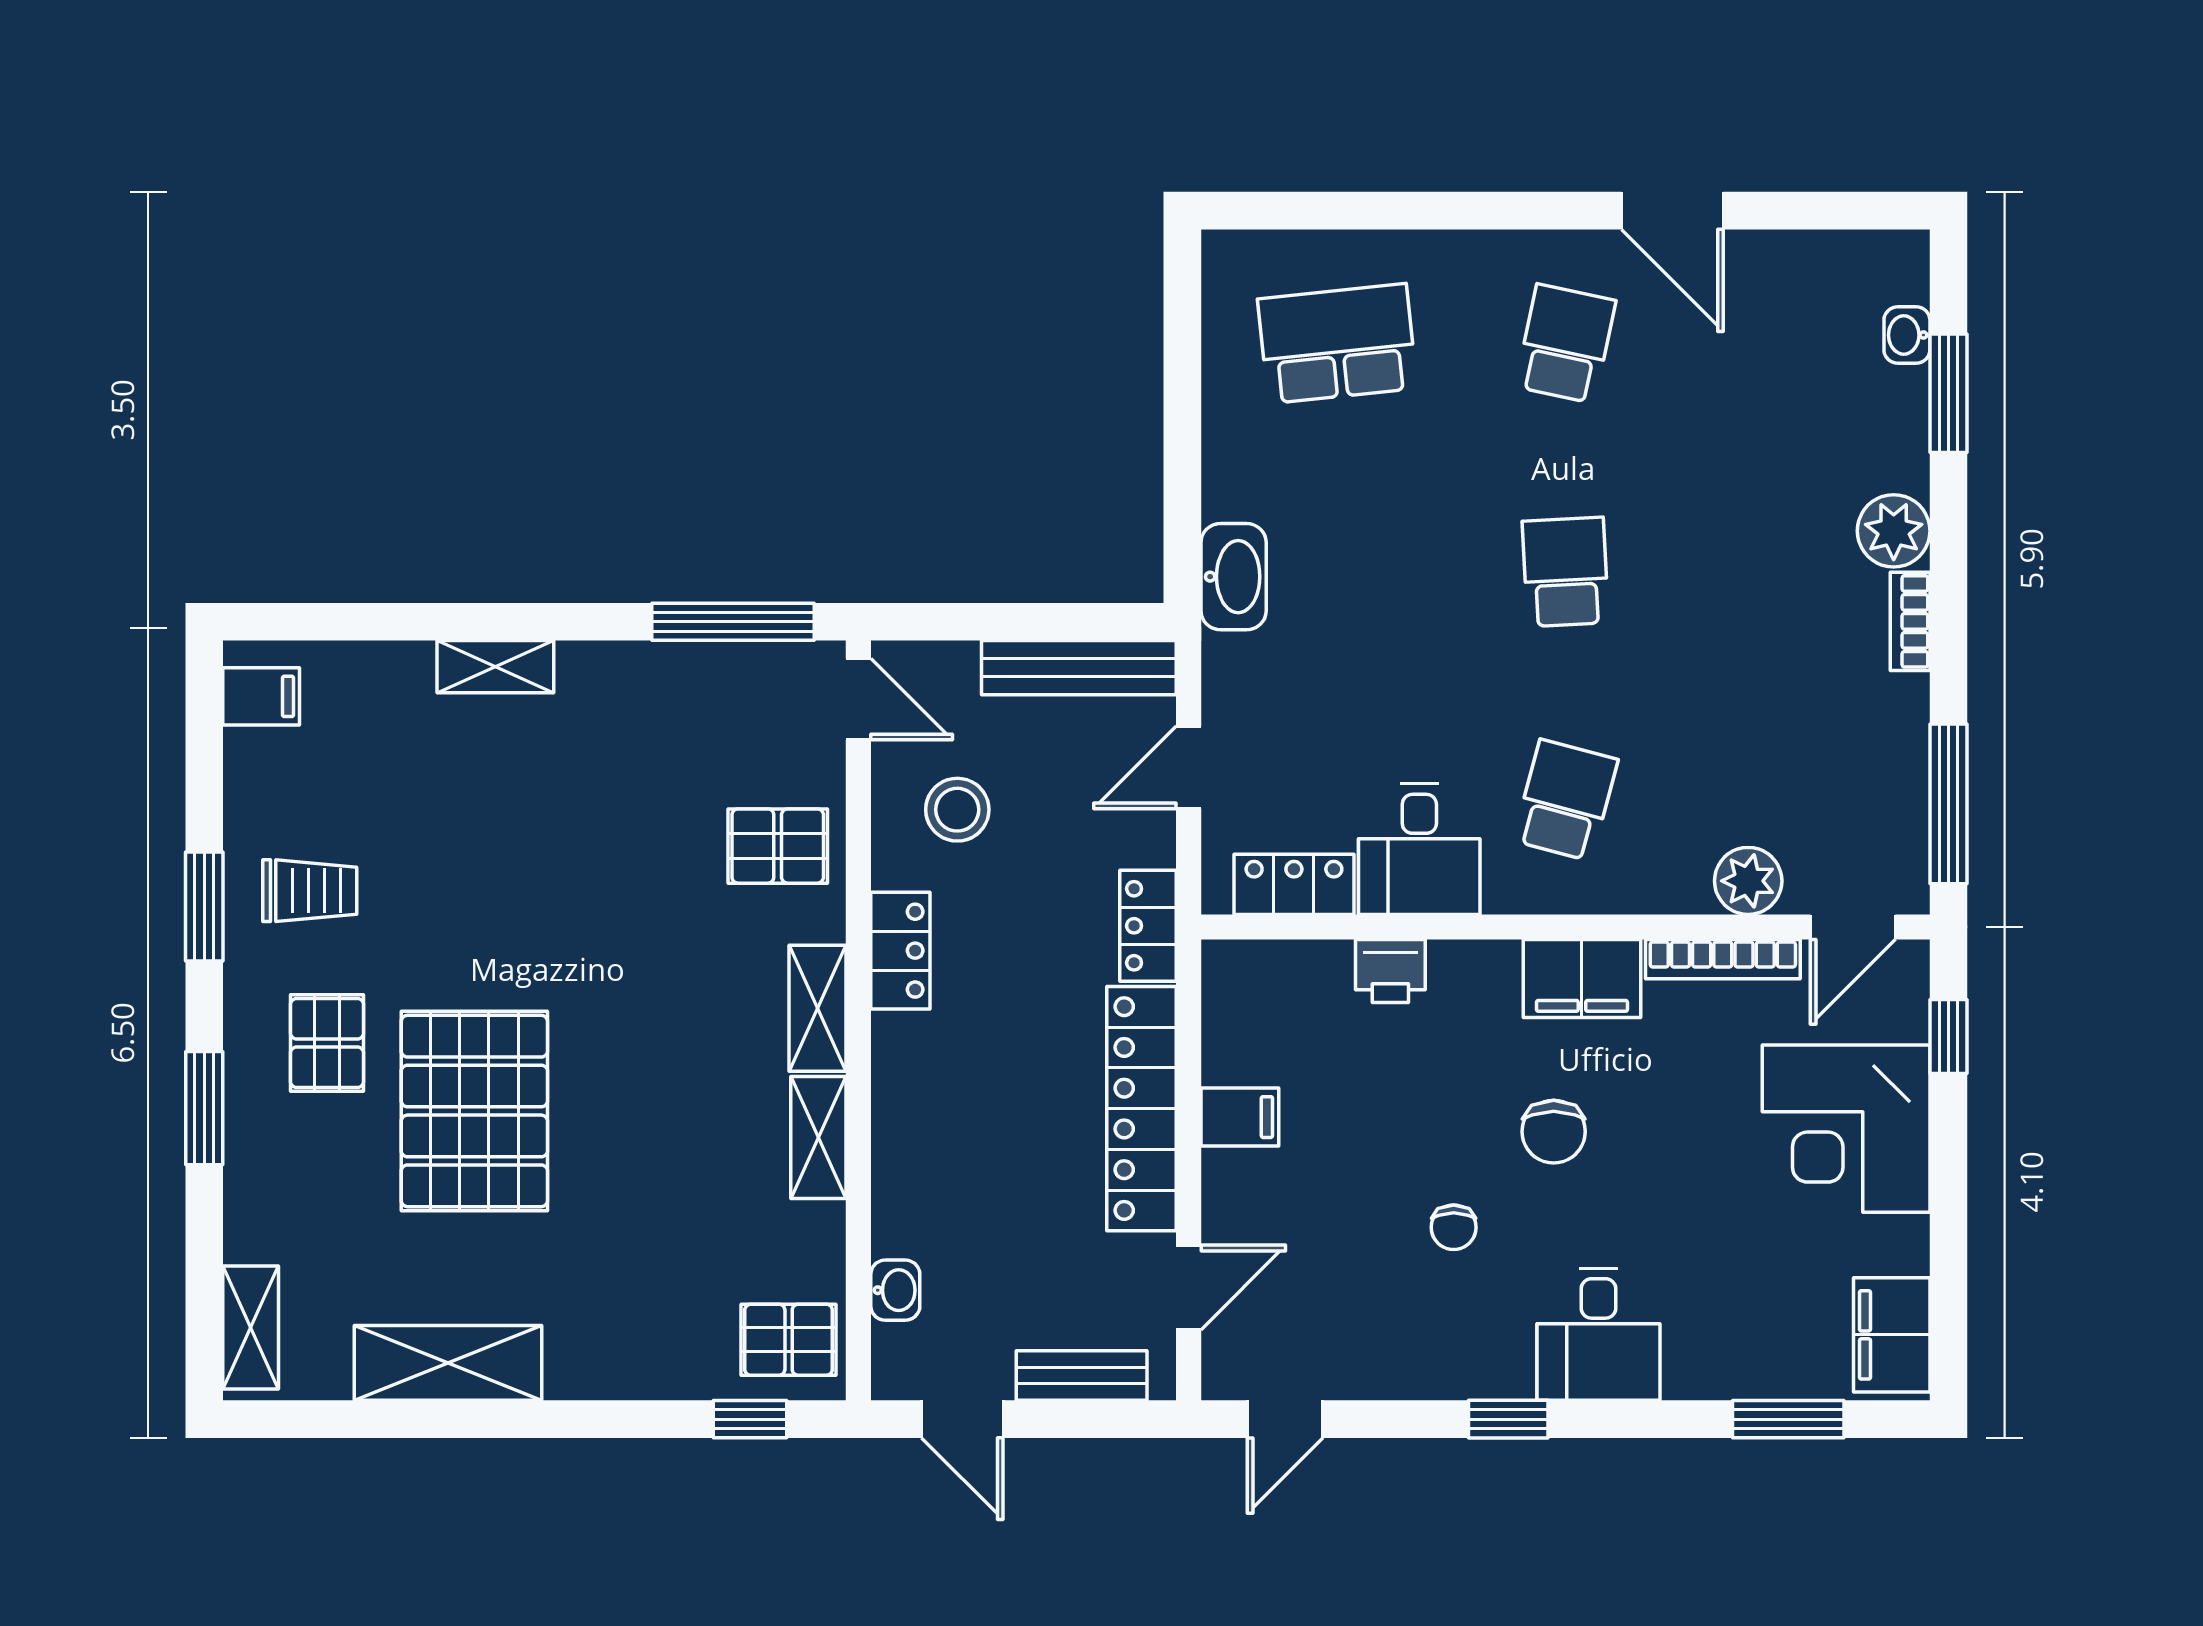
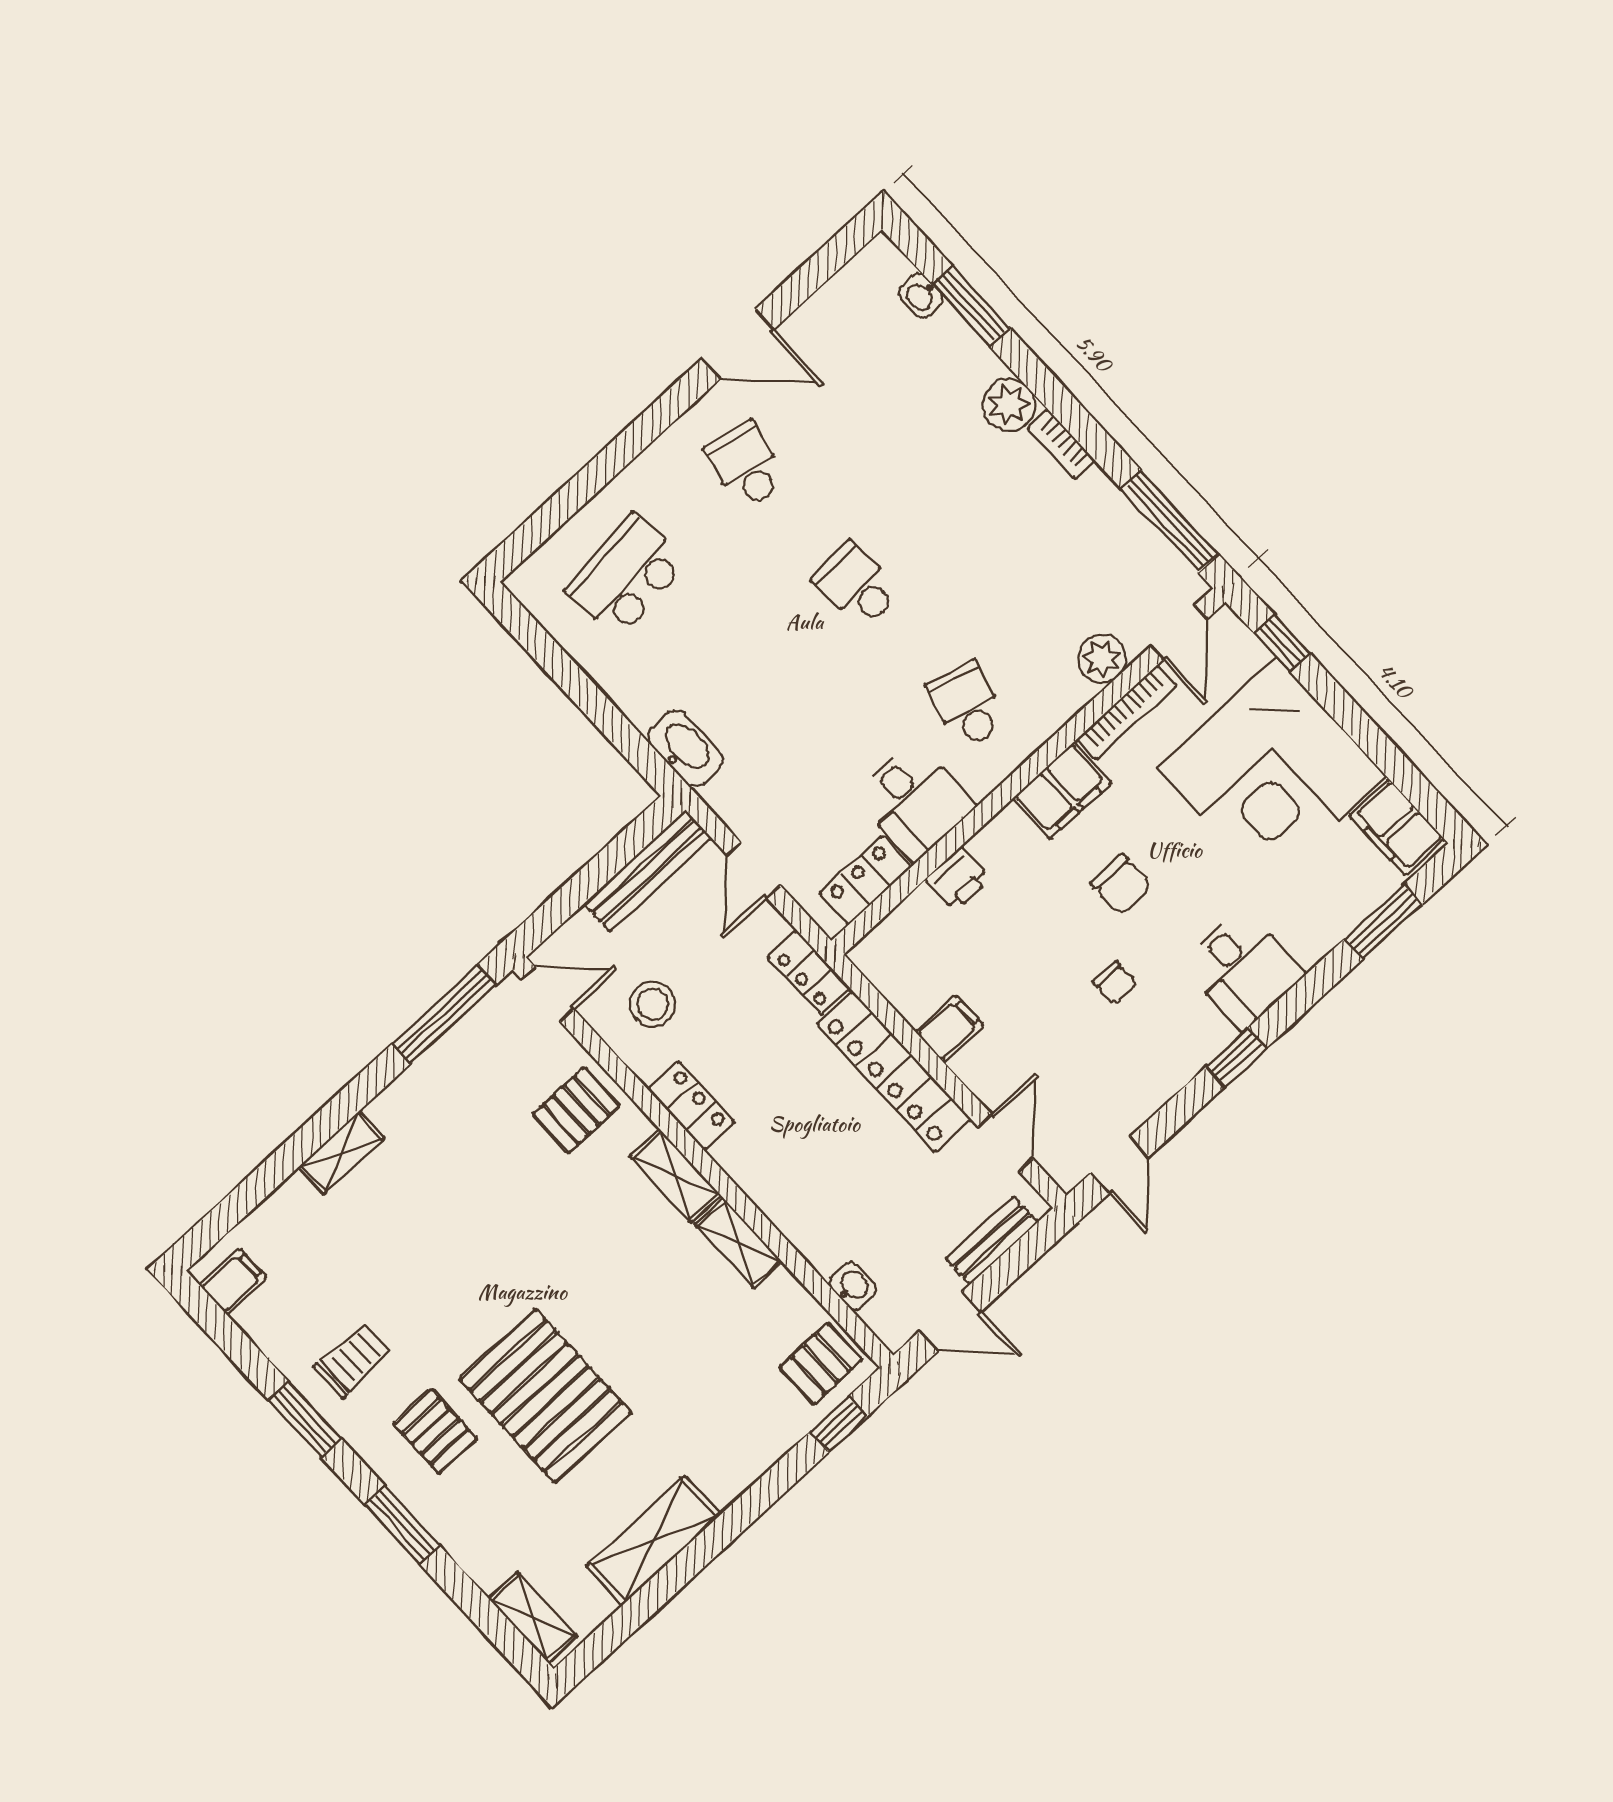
corner desk: (1846, 1129) -> (1272, 772), width x1.36, depth x1.36

